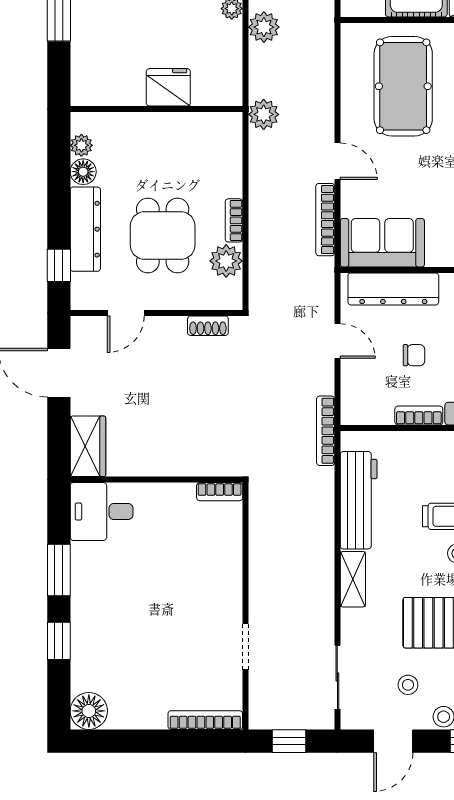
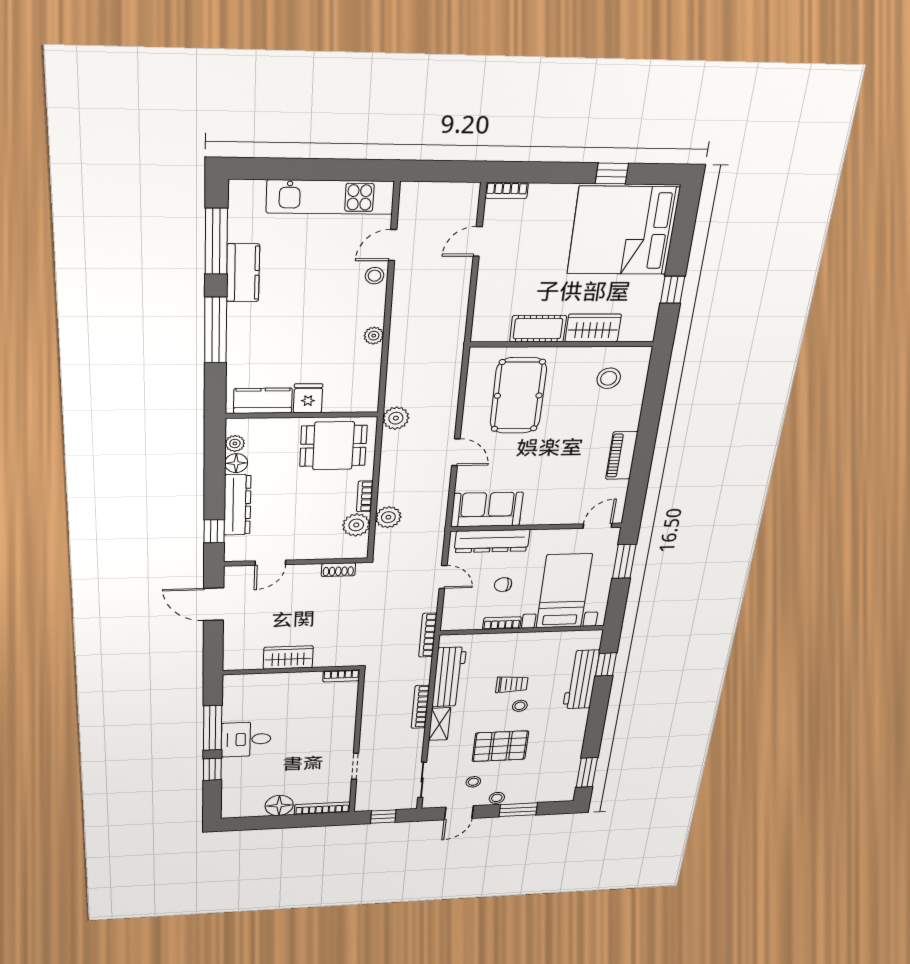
plant: (264, 27) -> (388, 517), moved
fridge: (168, 87) -> (308, 398), width x0.72
kitchen counter: (112, 90) -> (263, 401), added
bookcase: (325, 220) -> (420, 707), moved
dining table: (163, 235) -> (333, 446), moved, turned 90
chair: (414, 355) -> (503, 585), turned 180
wardrobe: (88, 446) -> (288, 658), moved, turned -90
desk: (102, 512) -> (246, 739), moved
window: (59, 570) -> (213, 728), width x1.44
floor lamp: (89, 711) -> (279, 805), moved

